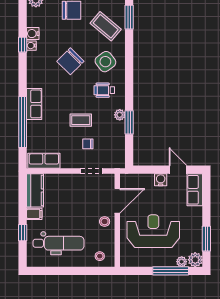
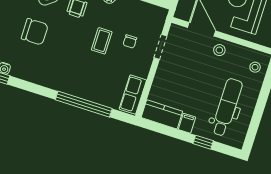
chair: (70, 61) -> (35, 32), turned -45
row of seats: (34, 104) -> (68, 86), removed

